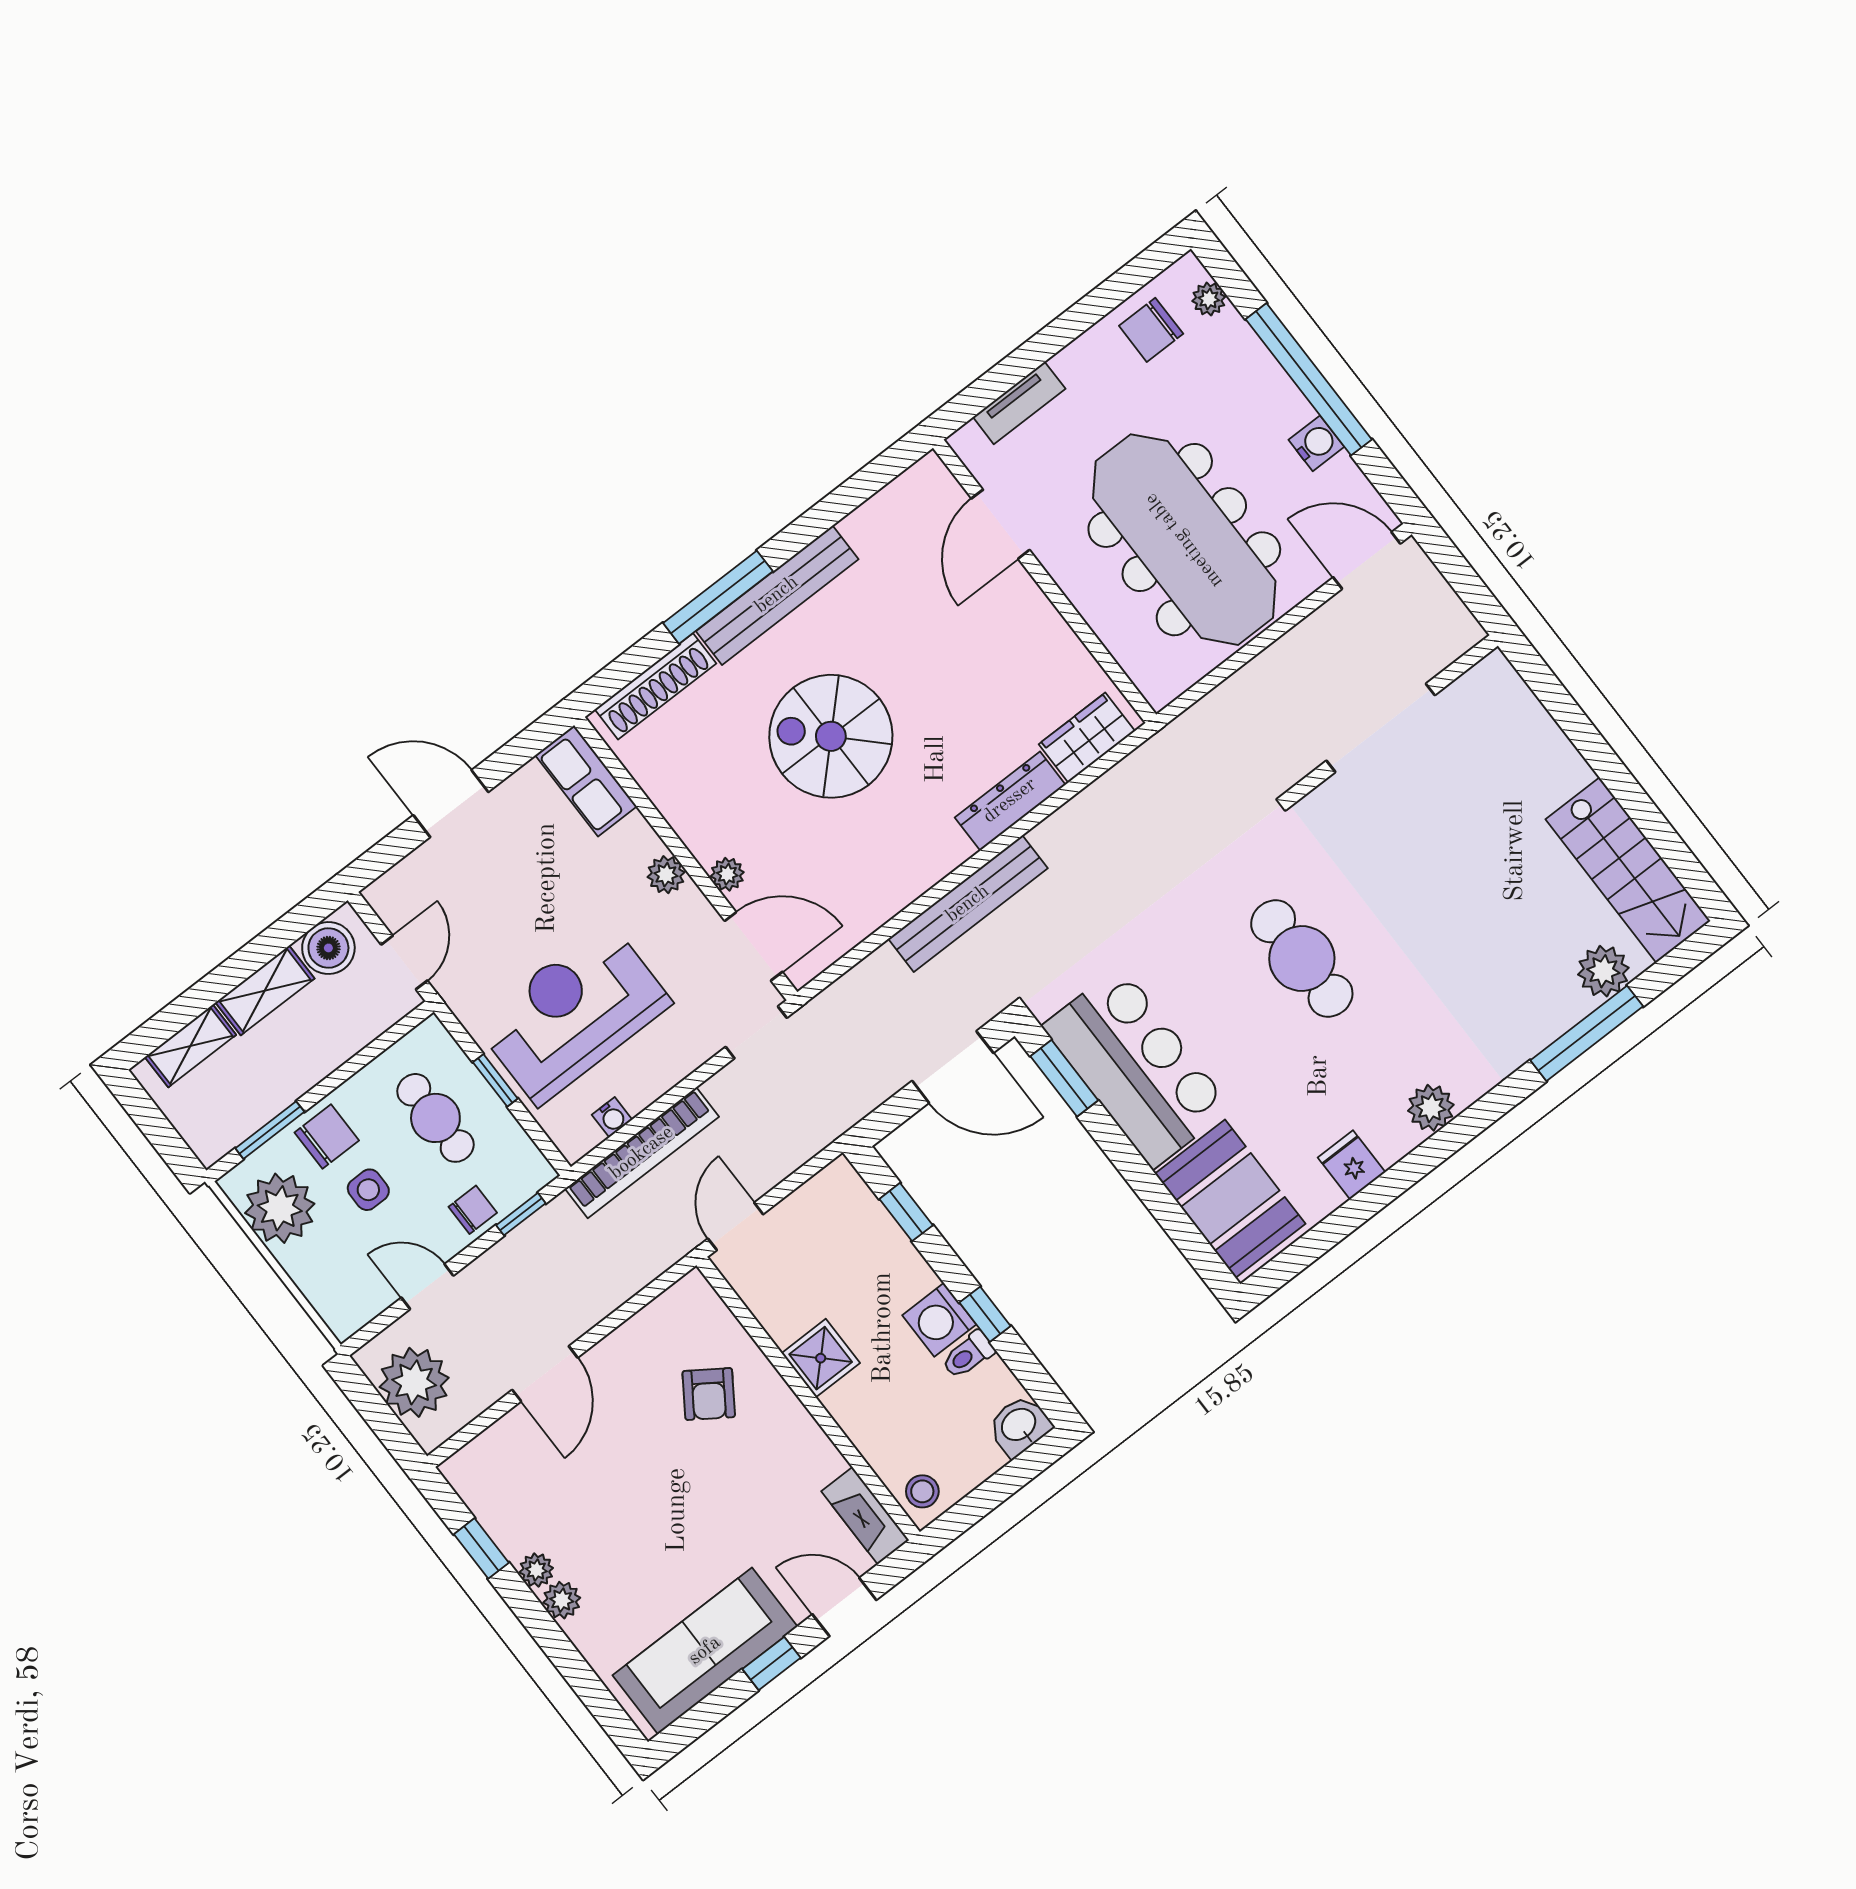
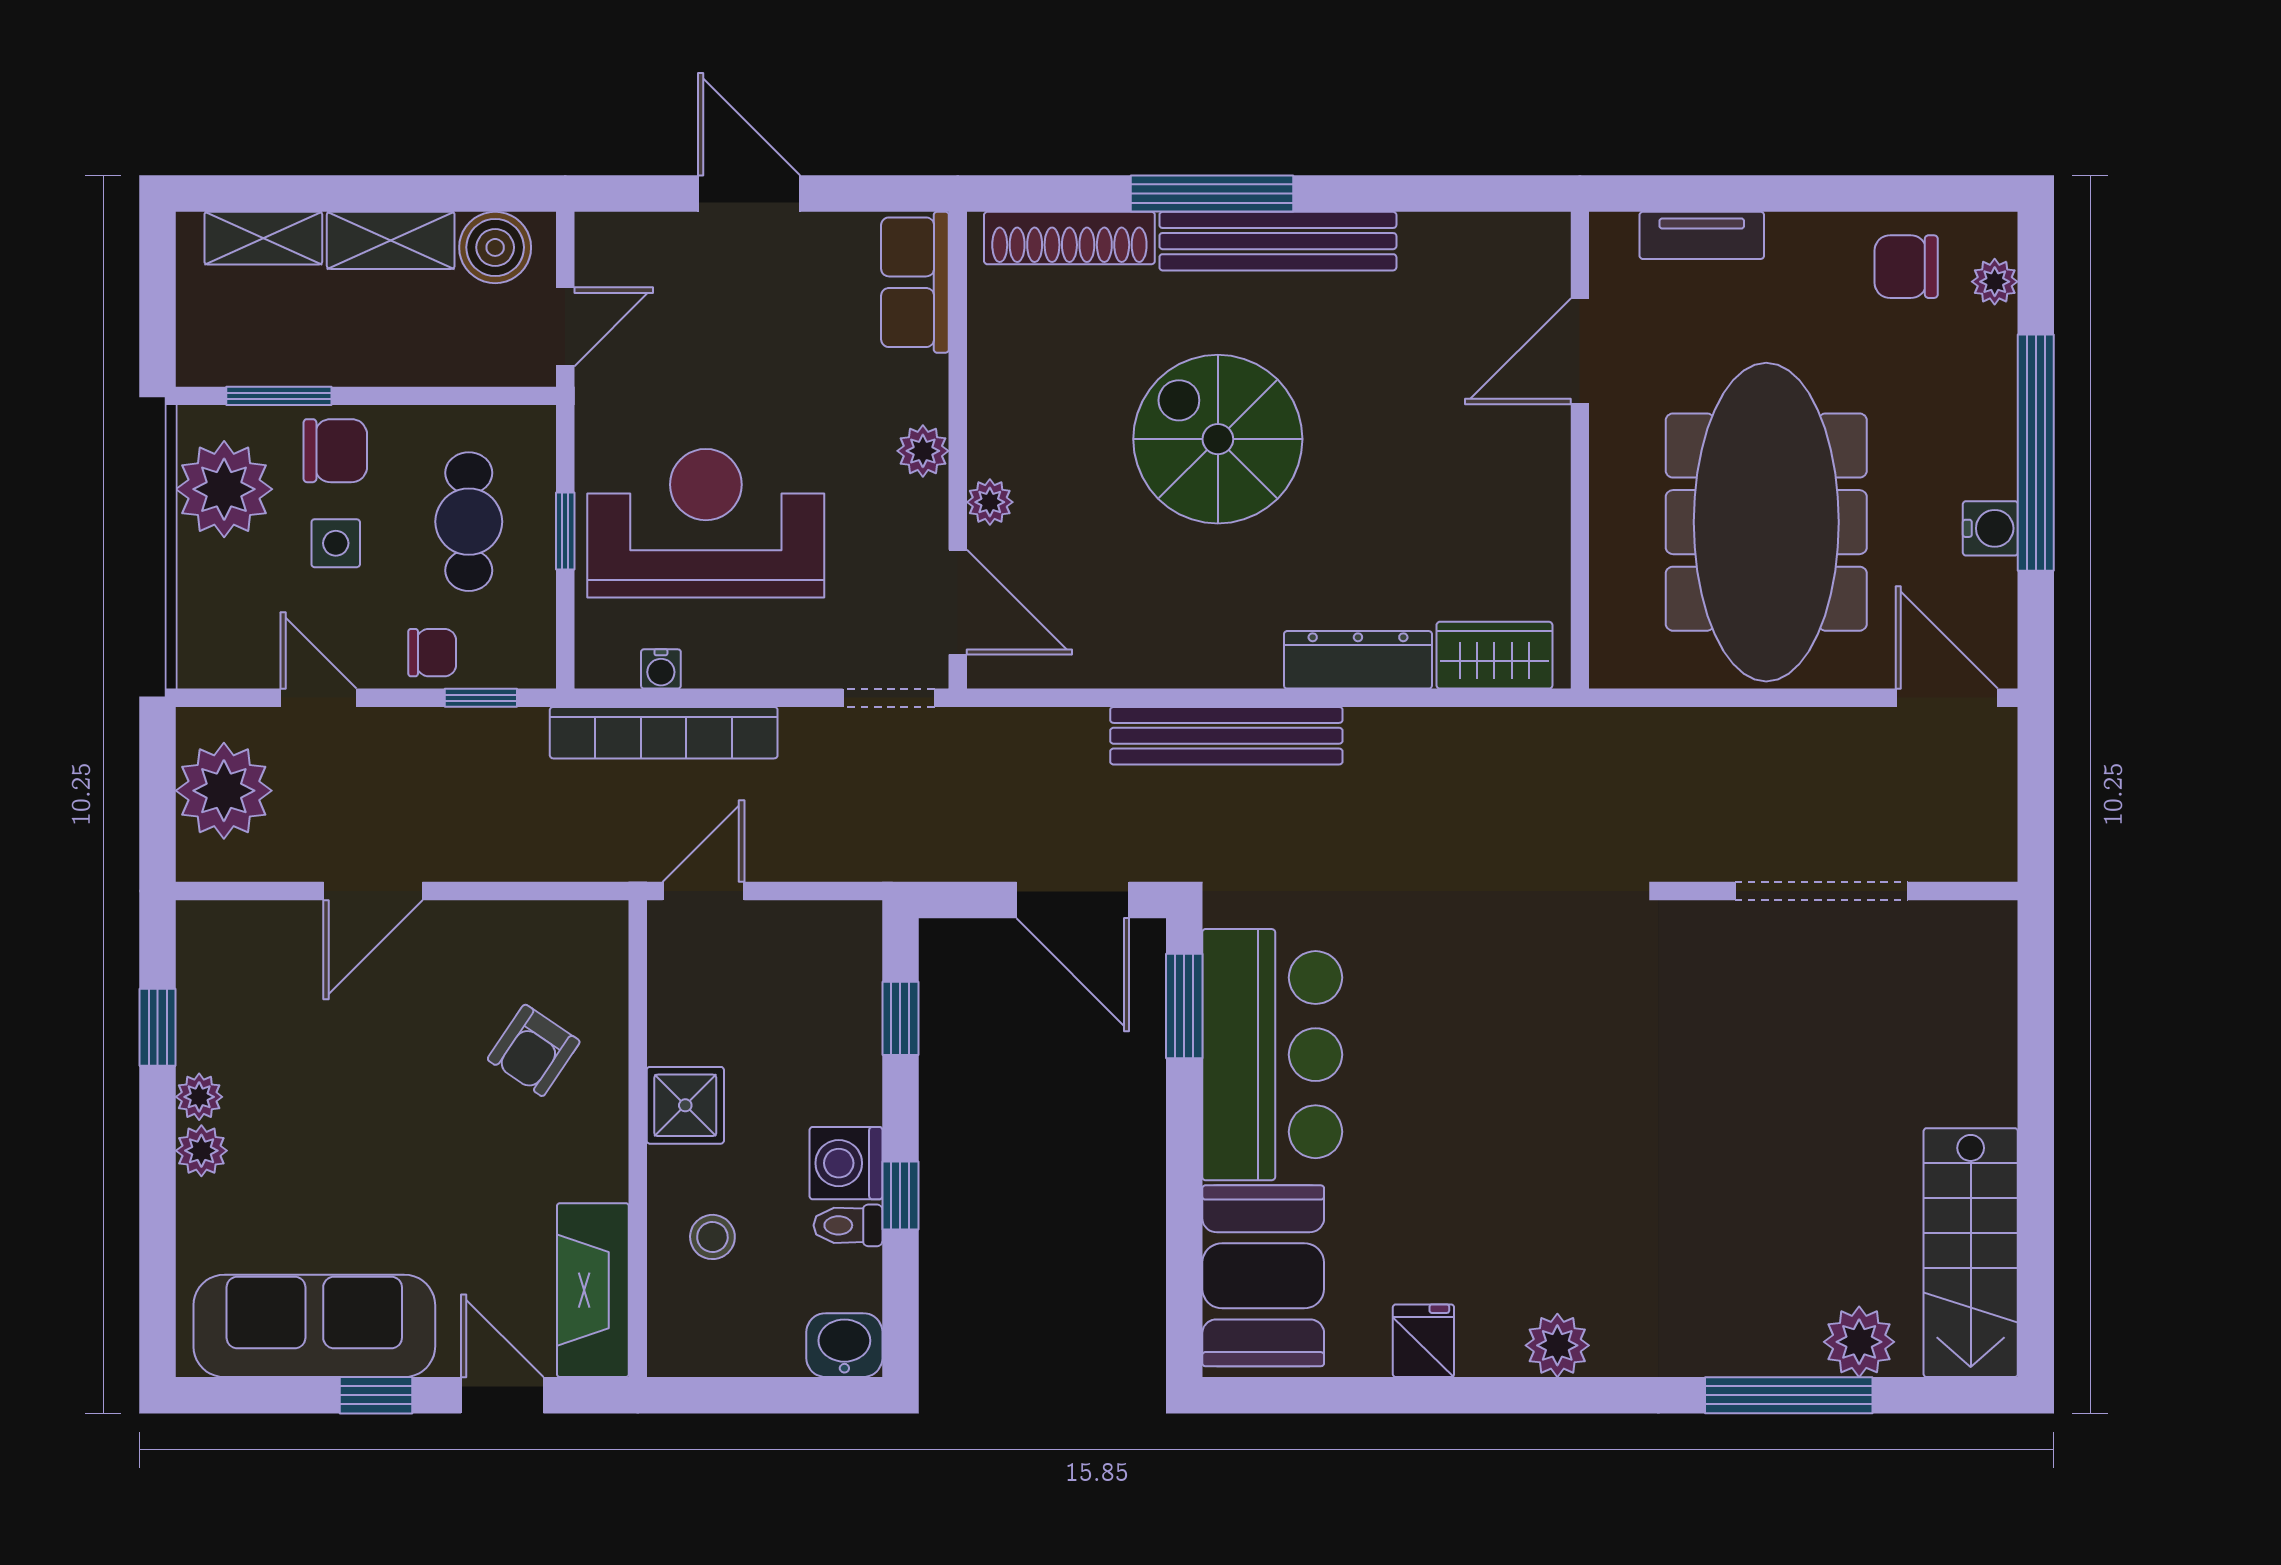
cafe table: (1302, 958) -> (1542, 1075), removed
stool: (922, 1491) -> (712, 1237), moved
fireplace: (865, 1516) -> (593, 1290), width x1.37, depth x1.32

